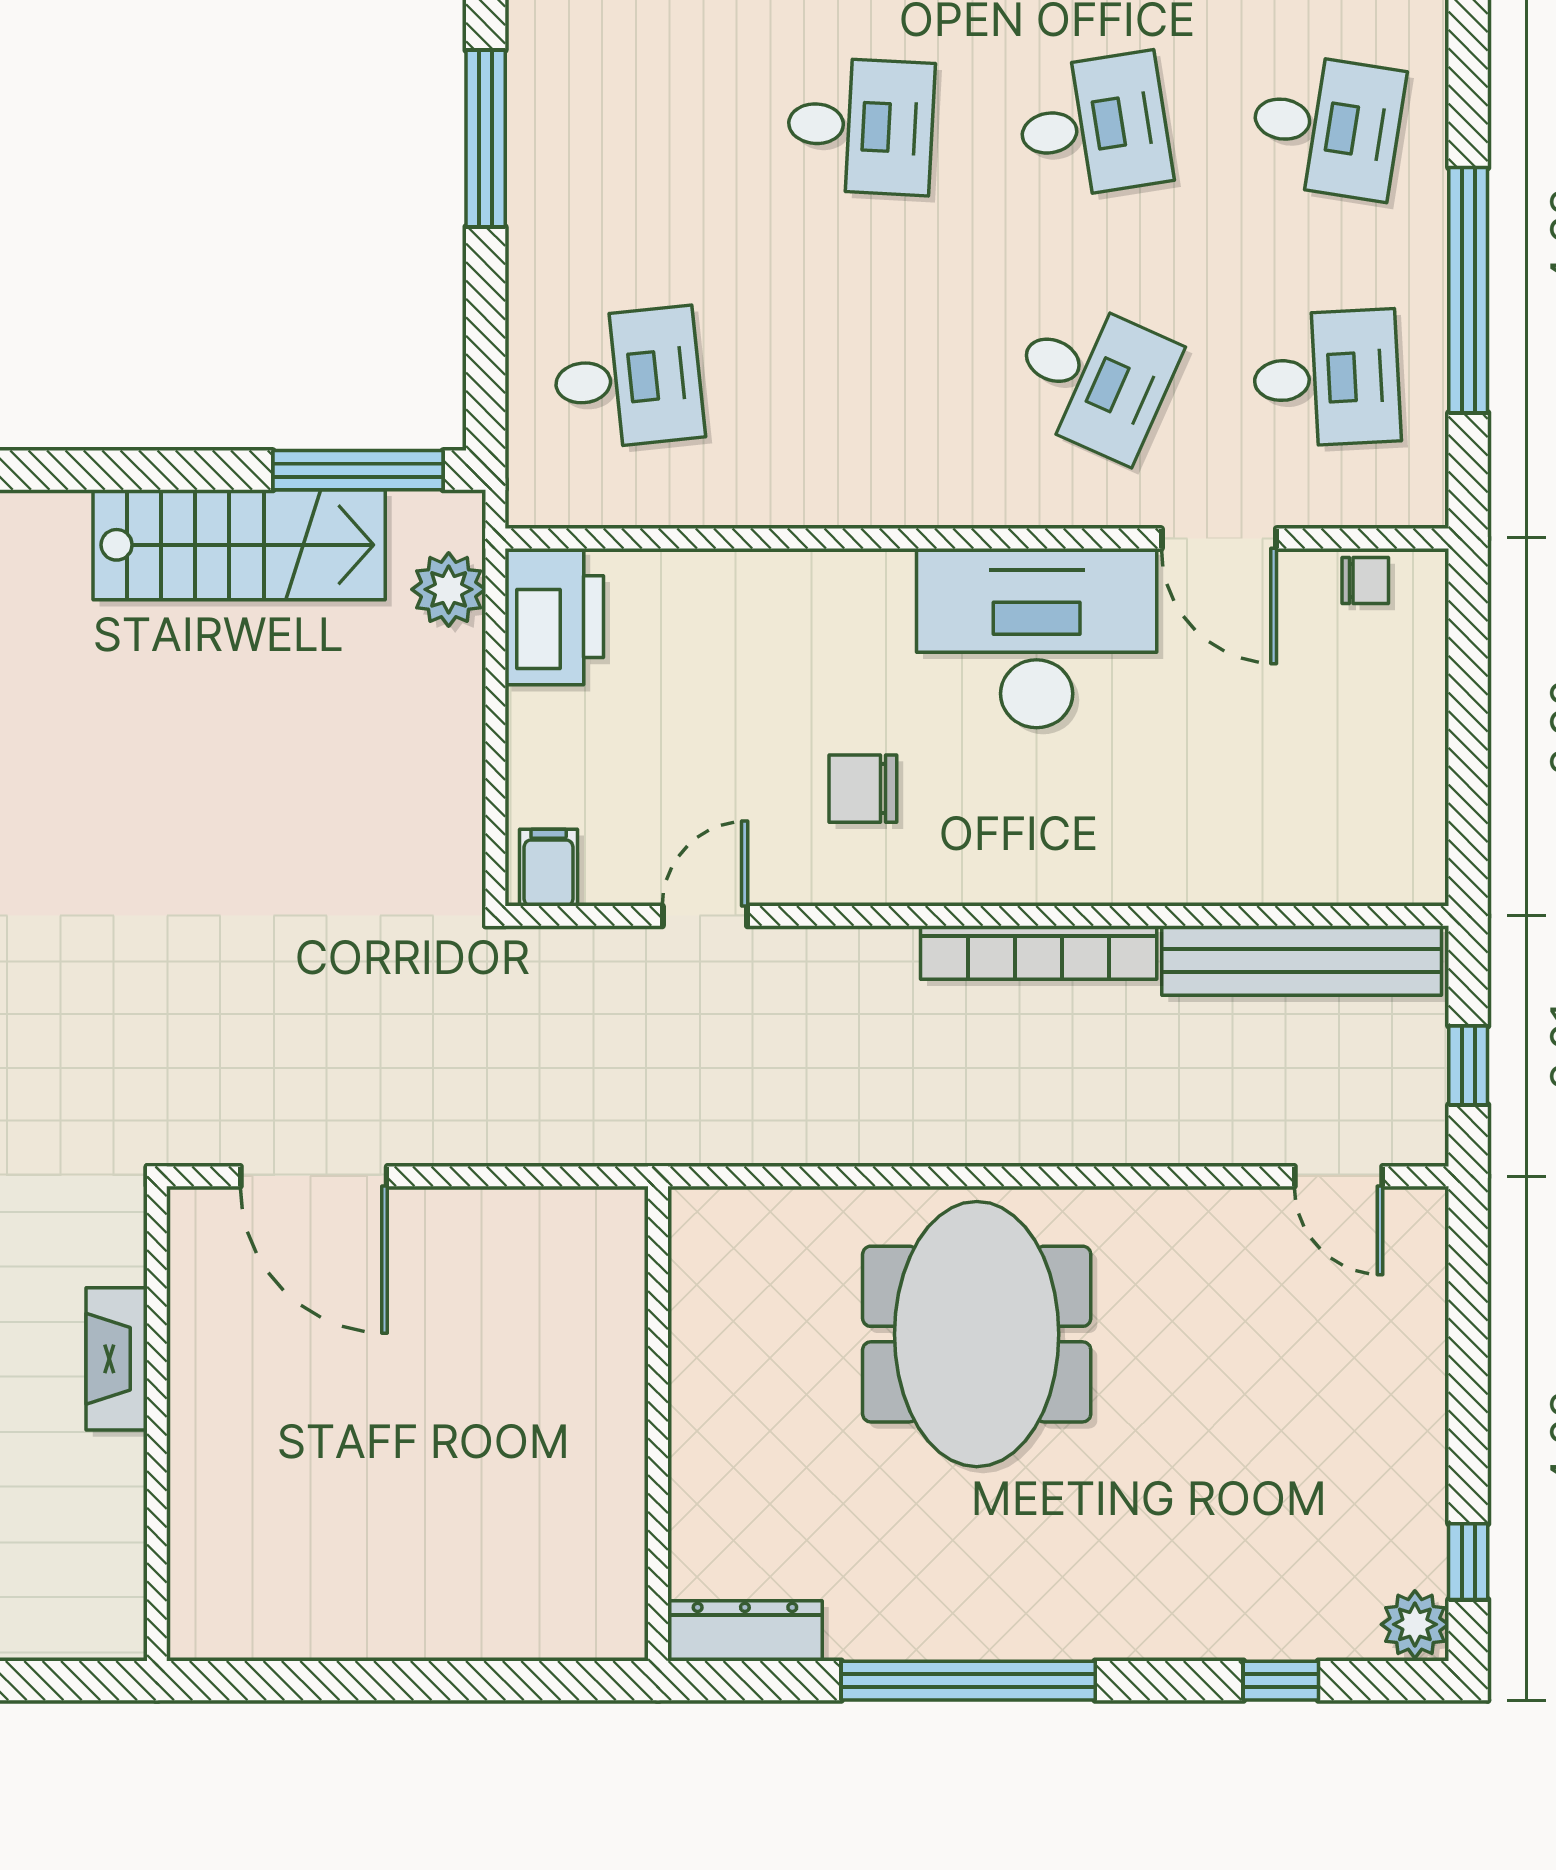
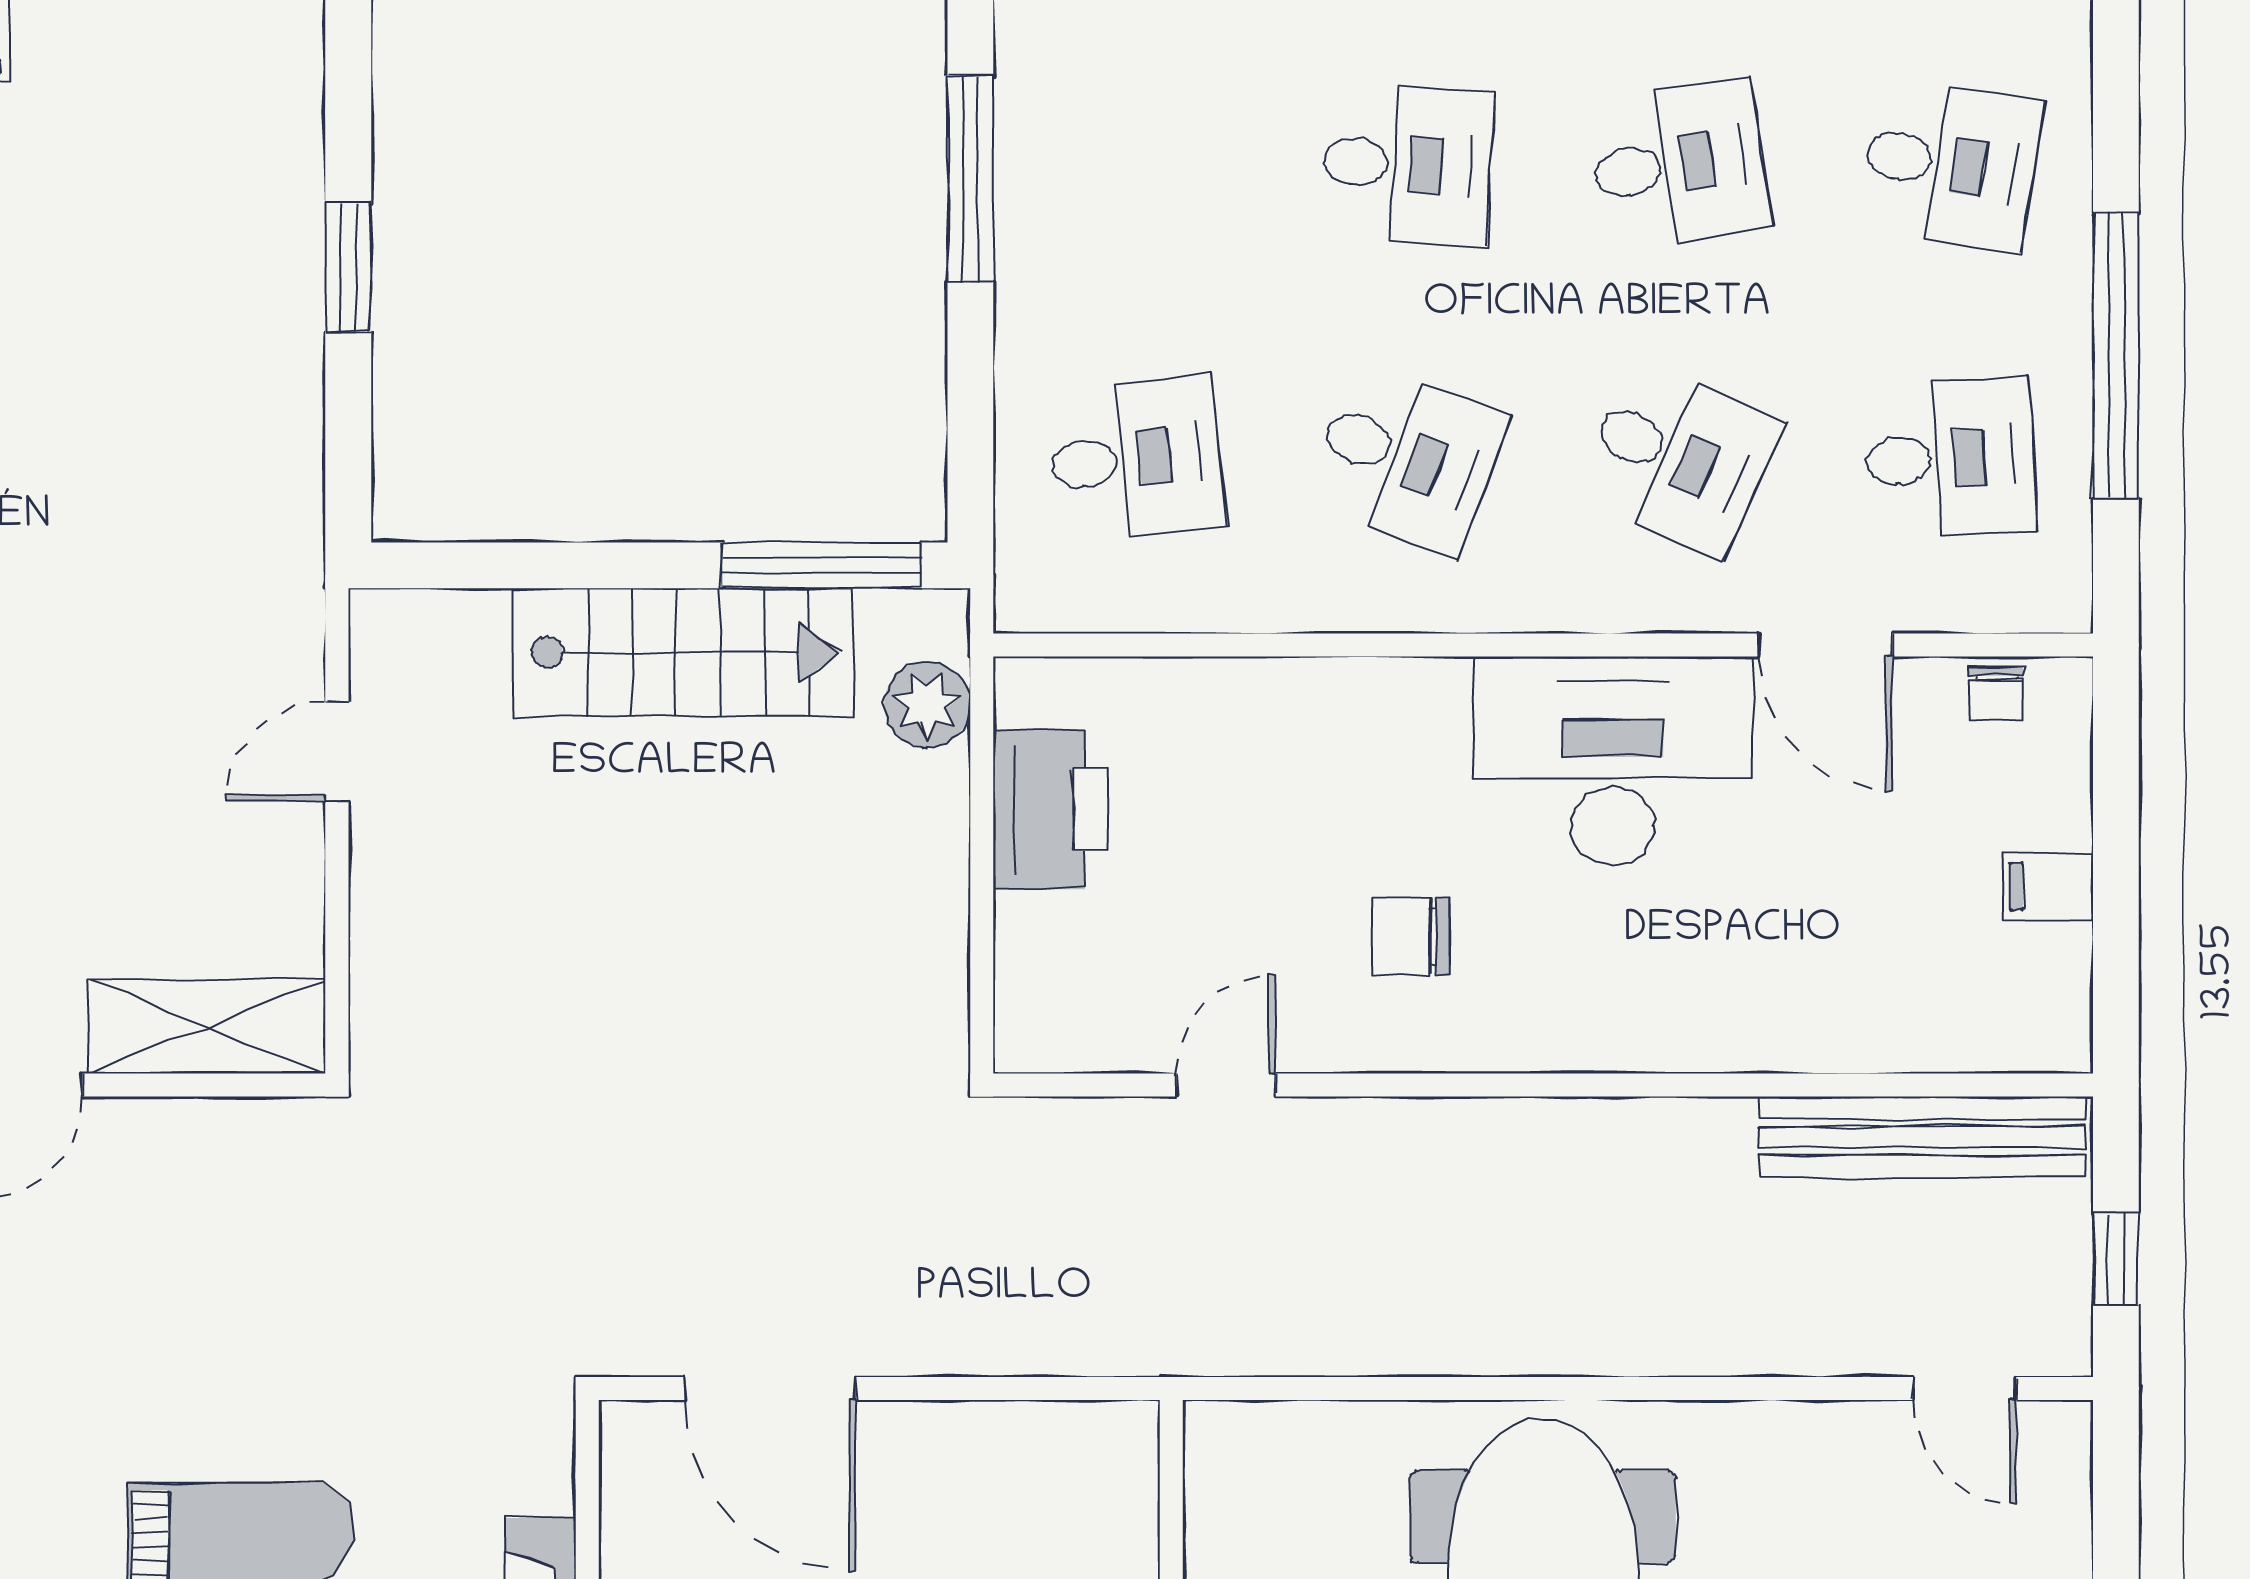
desk: (860, 378) -> (1407, 458), added
chair: (1365, 580) -> (1996, 694), turned 90
printer: (554, 617) -> (1050, 809), moved
filing cabinet: (549, 868) -> (2048, 886), moved, turned -90
bookcase: (1039, 953) -> (1615, 1128), removed

